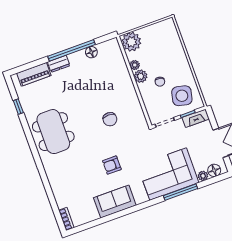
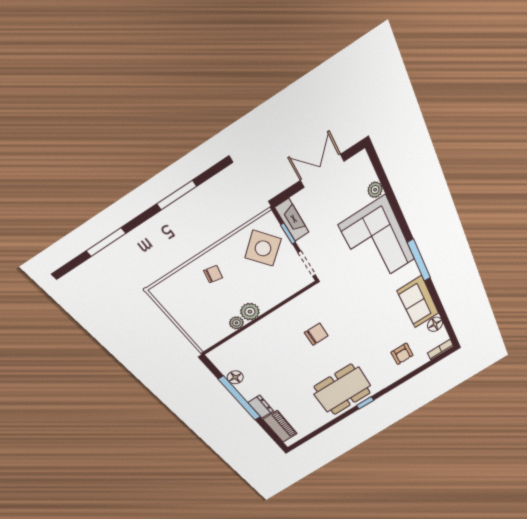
plant: (131, 42) -> (205, 335), removed
chair: (160, 82) -> (213, 274), moved
side table: (182, 96) -> (263, 248), turned 37
window: (18, 107) -> (365, 403), moved
armchair: (112, 165) -> (402, 354), moved
floor lamp: (214, 170) -> (435, 324), moved
window: (181, 192) -> (419, 260), moved

